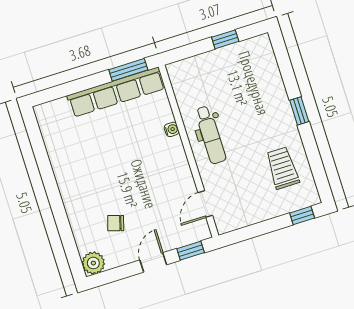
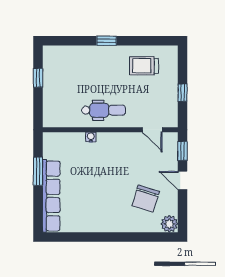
window: (128, 70) -> (38, 171), moved
row of seats: (116, 92) -> (51, 196), moved
window: (302, 215) -> (183, 93), moved
chair: (116, 223) -> (146, 199), width x1.87, depth x1.87

